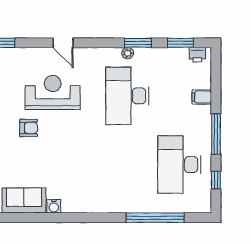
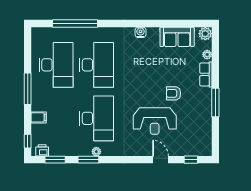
door: (63, 43) -> (161, 160), moved
desk: (127, 165) -> (97, 65), added
window: (216, 180) -> (28, 141), moved
water cooler: (54, 206) -> (141, 32), moved

